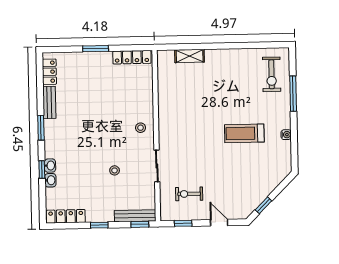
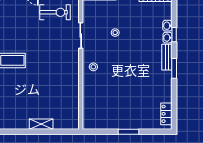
shelving: (190, 56) -> (41, 124), moved
locker: (132, 57) -> (99, 124), removed
bench: (49, 102) -> (167, 57), moved
exercise bike: (189, 194) -> (55, 12), width x1.38, depth x1.39

